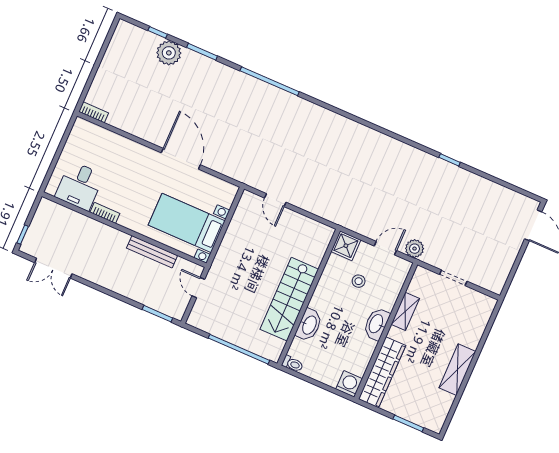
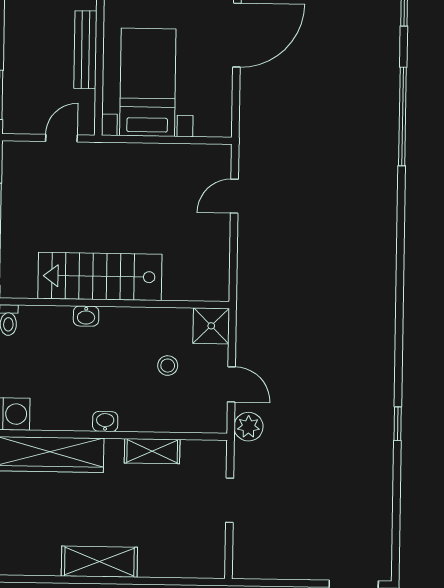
washbasin: (376, 324) -> (105, 422), width x0.52, depth x0.69
washbasin: (309, 325) -> (86, 316), width x0.52, depth x0.69

